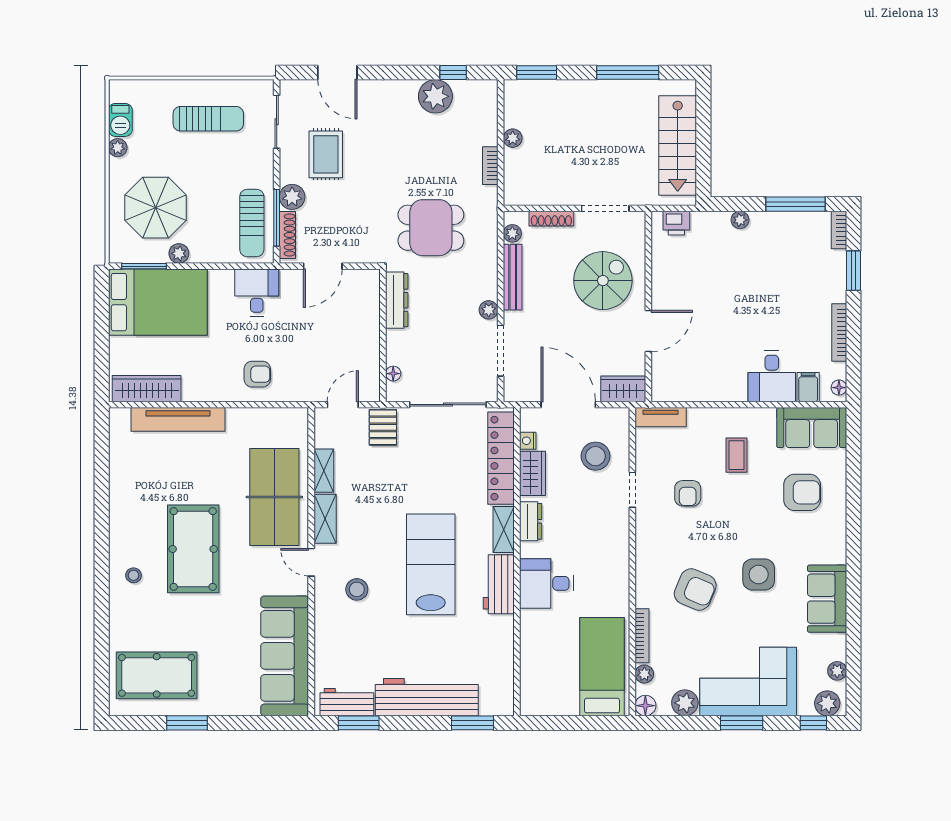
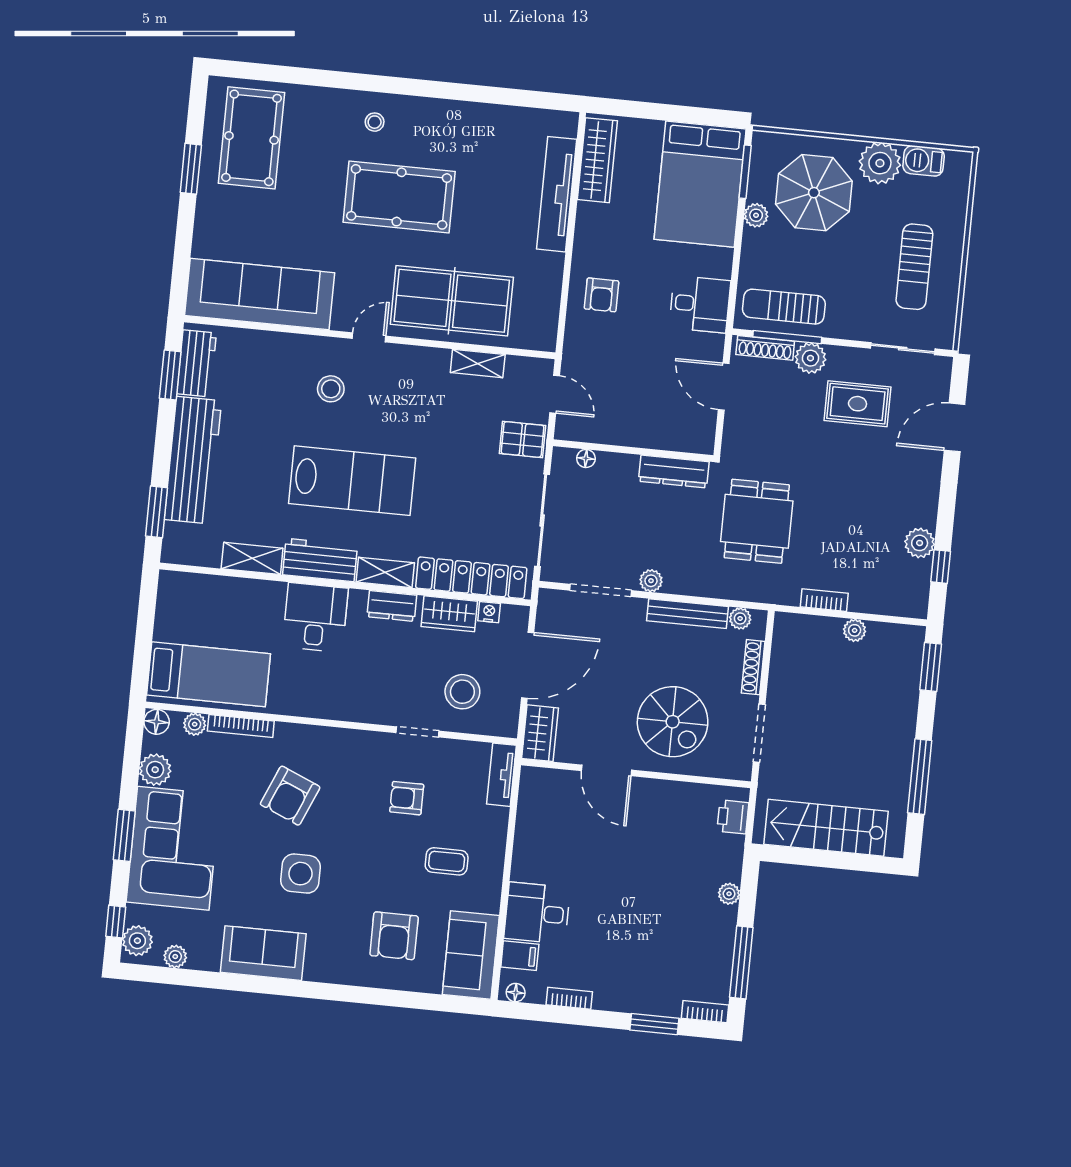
plant: (435, 96) -> (920, 543), width x0.73, depth x0.73
plant: (118, 148) -> (880, 163), width x1.88, depth x1.88
bookcase: (839, 333) -> (569, 998), width x0.64
shelving: (325, 519) -> (252, 558), moved

